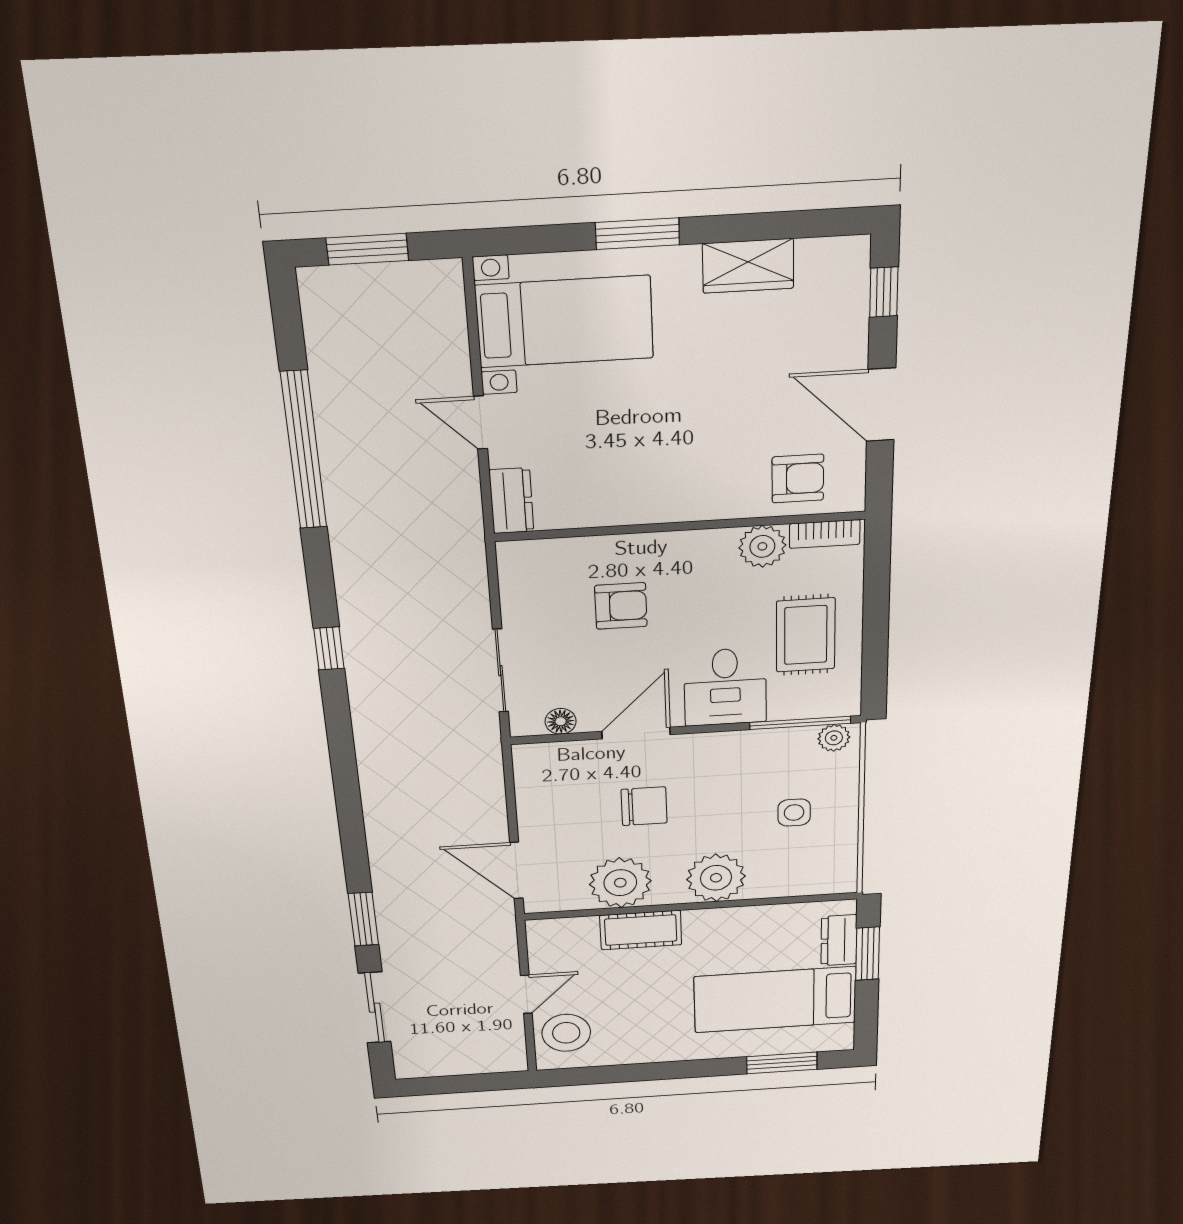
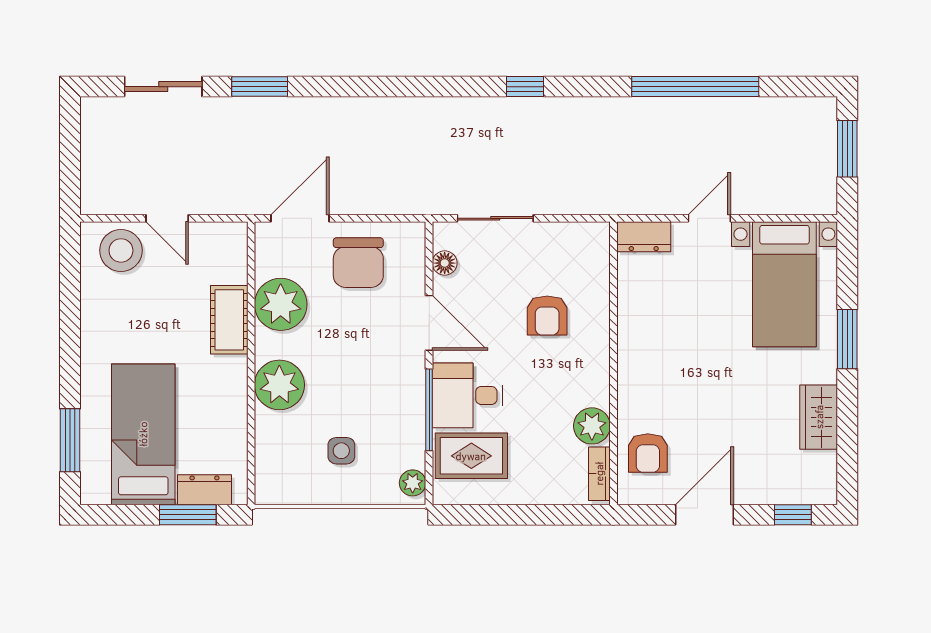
rug: (806, 635) -> (471, 456), moved
window: (800, 723) -> (429, 410), moved
chair: (644, 806) -> (358, 263), moved, width x1.37, depth x1.37

